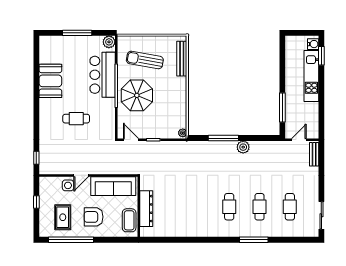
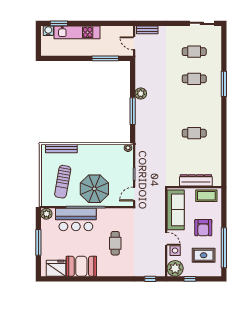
fridge: (48, 52) -> (56, 268), added
plant: (48, 185) -> (175, 268), added
cafe table: (229, 207) -> (194, 133), moved

